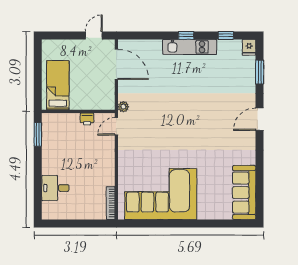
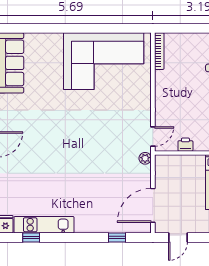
window: (186, 35) -> (117, 237), moved
kitchen unit: (190, 47) -> (44, 225), moved
door: (116, 64) -> (153, 205), hinge flipped

